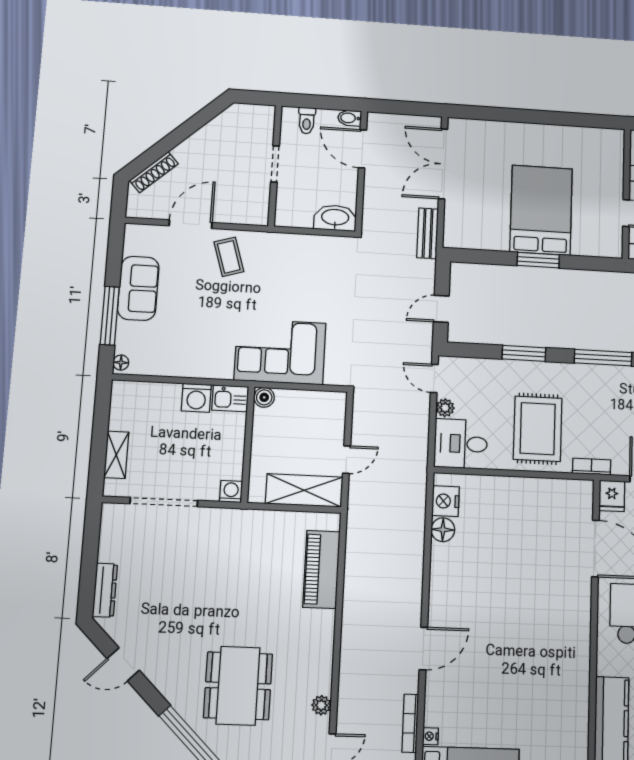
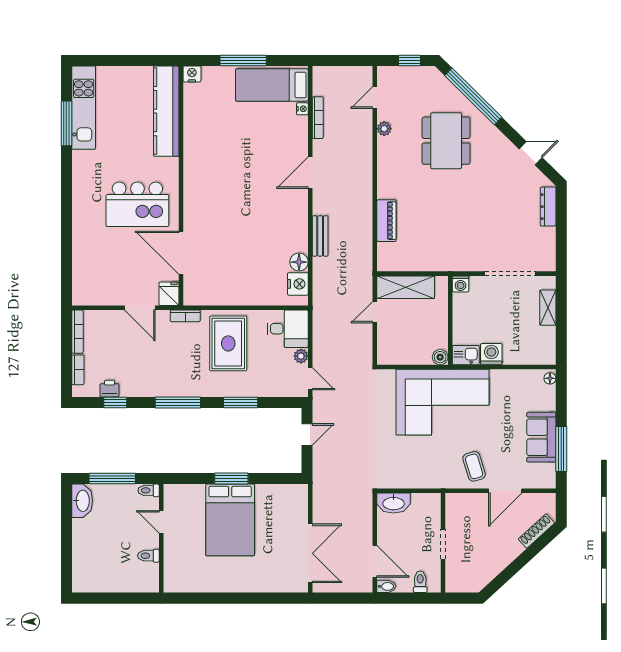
bench: (428, 233) -> (320, 236), moved
window: (110, 316) -> (561, 449), moved
corner sofa: (280, 352) -> (442, 402), width x1.36, depth x1.36
piano: (321, 569) -> (386, 221), width x0.73, depth x0.75

